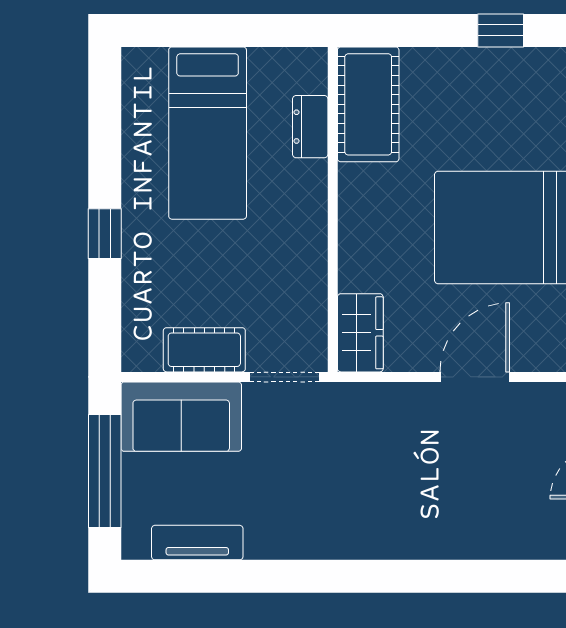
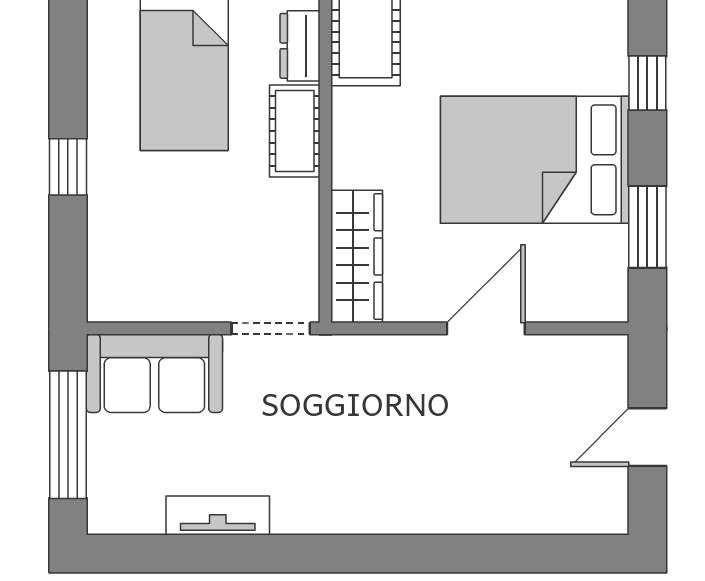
wardrobe: (360, 333) -> (357, 256), width x1.50
cot: (204, 350) -> (295, 131), moved, turned 90
tv unit: (197, 543) -> (218, 515), moved

